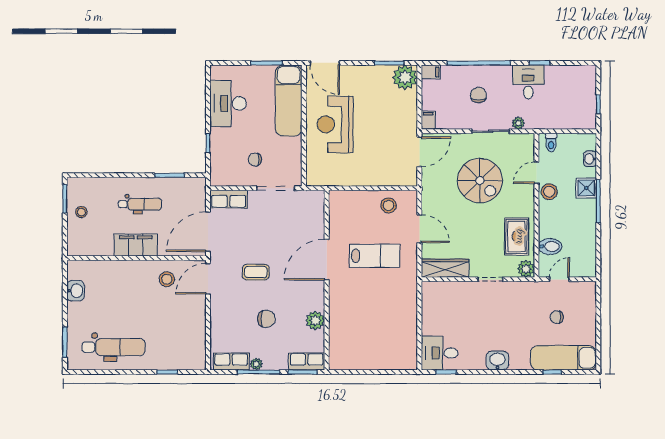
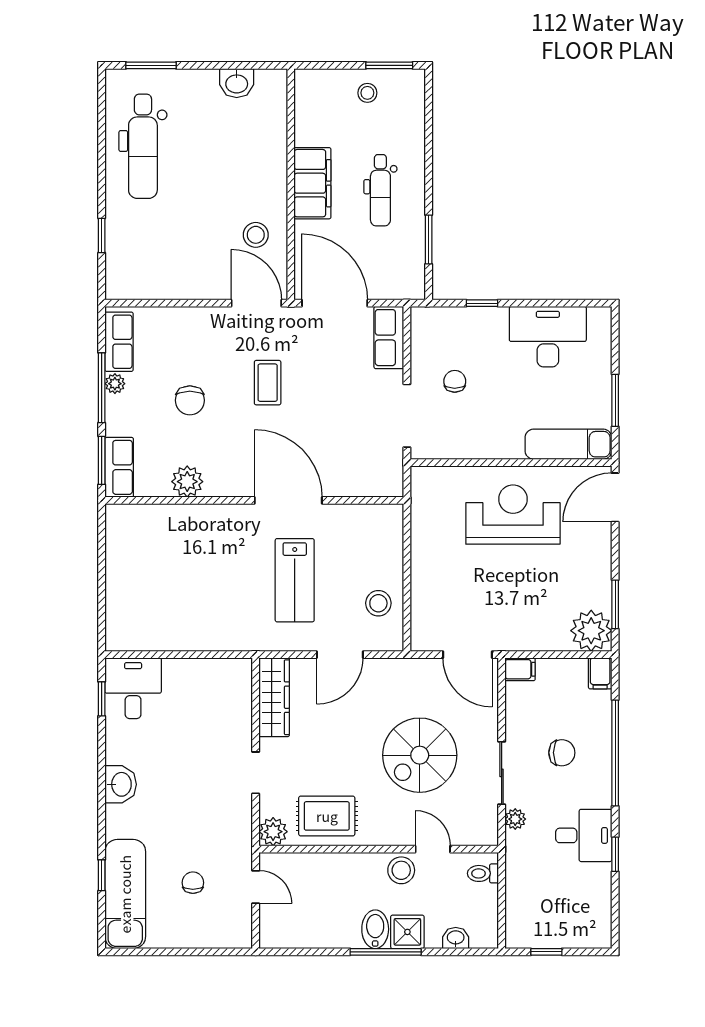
exam couch: (289, 101) -> (568, 444), width x0.73, depth x0.69
bidet: (550, 246) -> (375, 929), moved, turned 180

